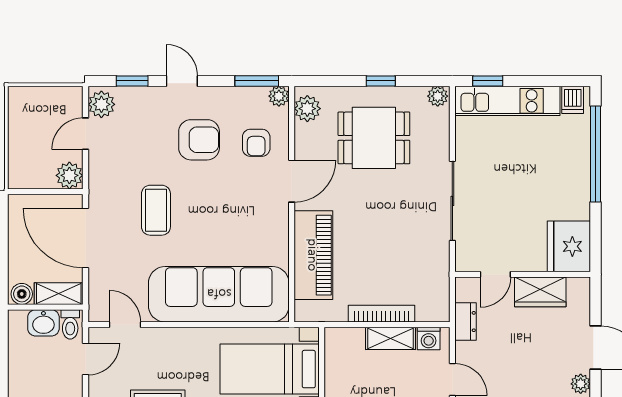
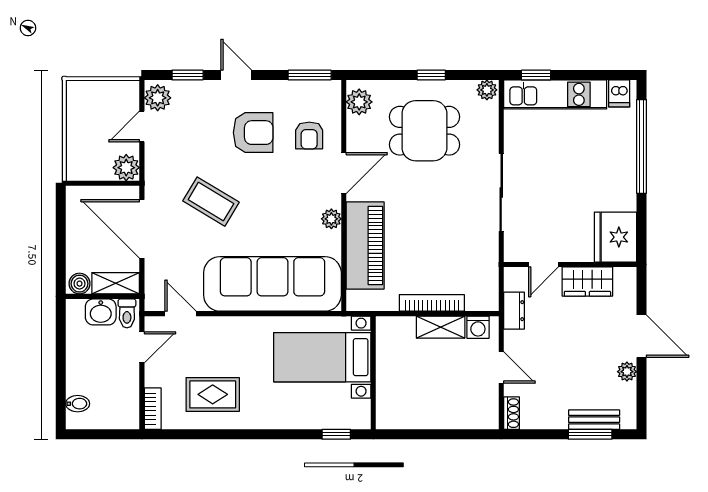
plant: (279, 96) -> (331, 219), moved
coffee table: (156, 210) -> (211, 202), turned -59

